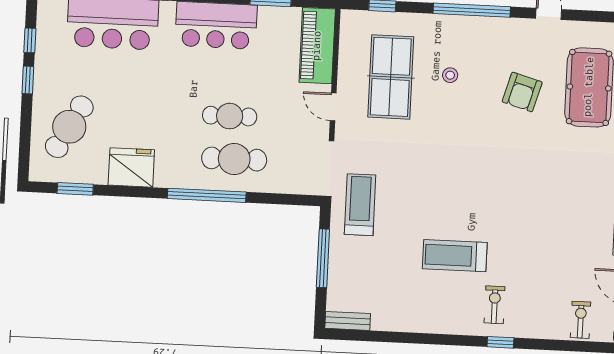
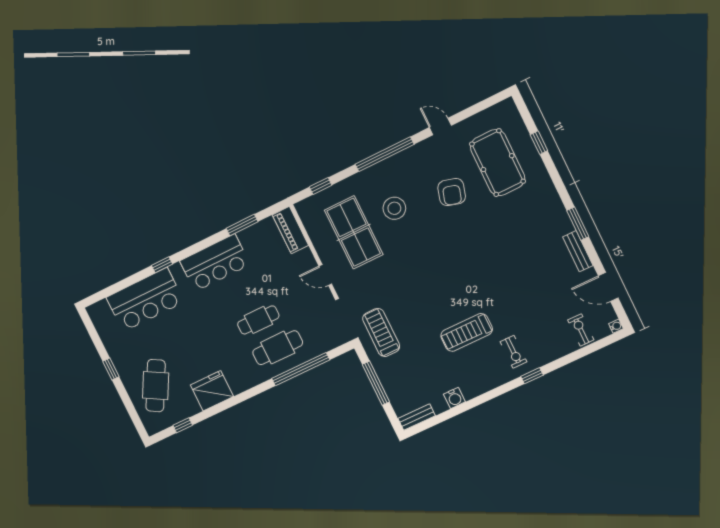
window: (30, 40) -> (97, 342), removed
piano: (317, 46) -> (290, 230), width x0.73, depth x0.75
stool: (450, 75) -> (394, 208), width x1.89, depth x1.89
window: (75, 189) -> (183, 425), width x0.67
window: (207, 195) -> (301, 369), moved
exercise bike: (495, 305) -> (513, 352), turned 180
water cooler: (402, 322) -> (454, 398), added

